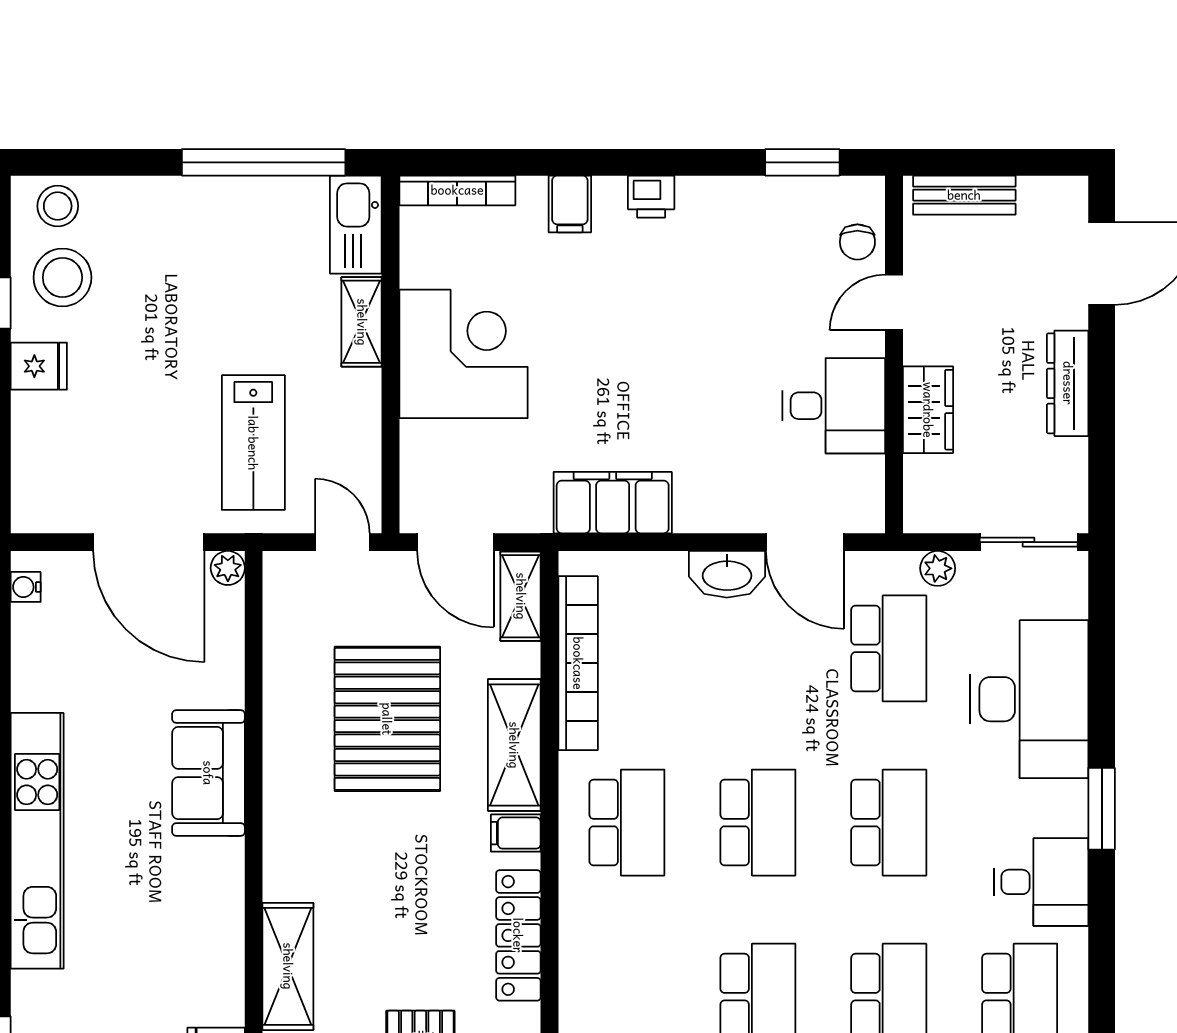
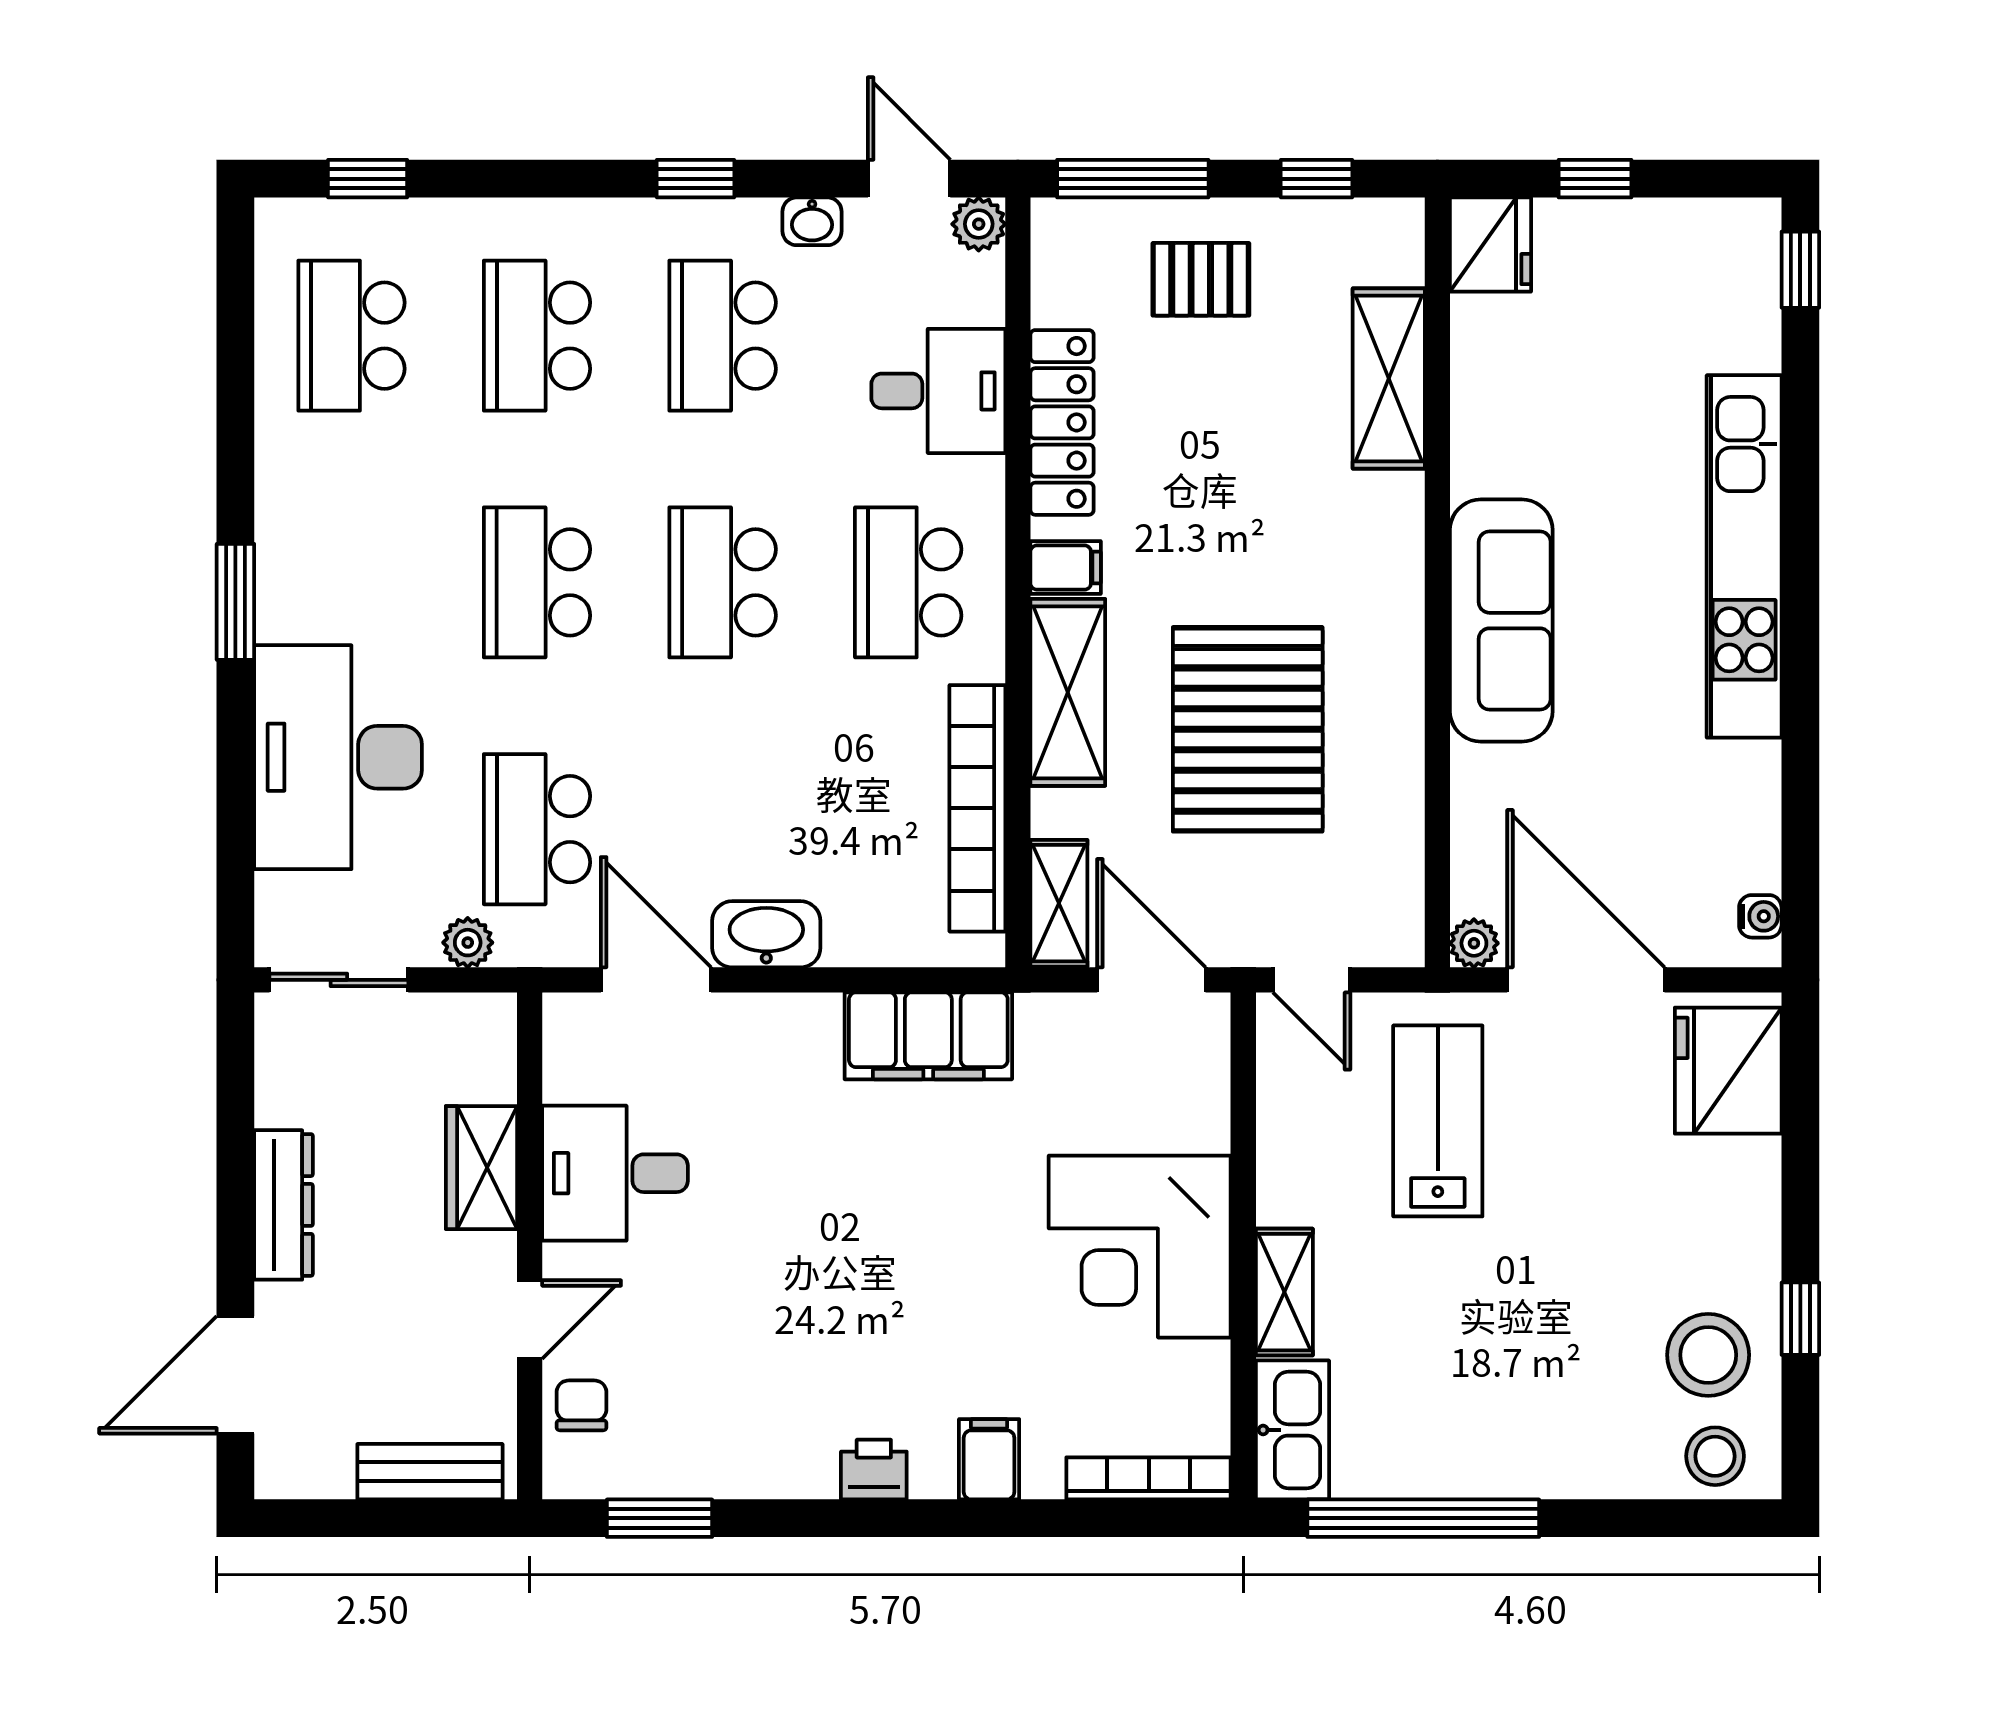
fridge: (39, 366) -> (1728, 1071), moved, width x1.88, depth x1.34
sofa: (208, 773) -> (1501, 621), width x1.36
desk: (1041, 882) -> (938, 391), moved, turned 180

